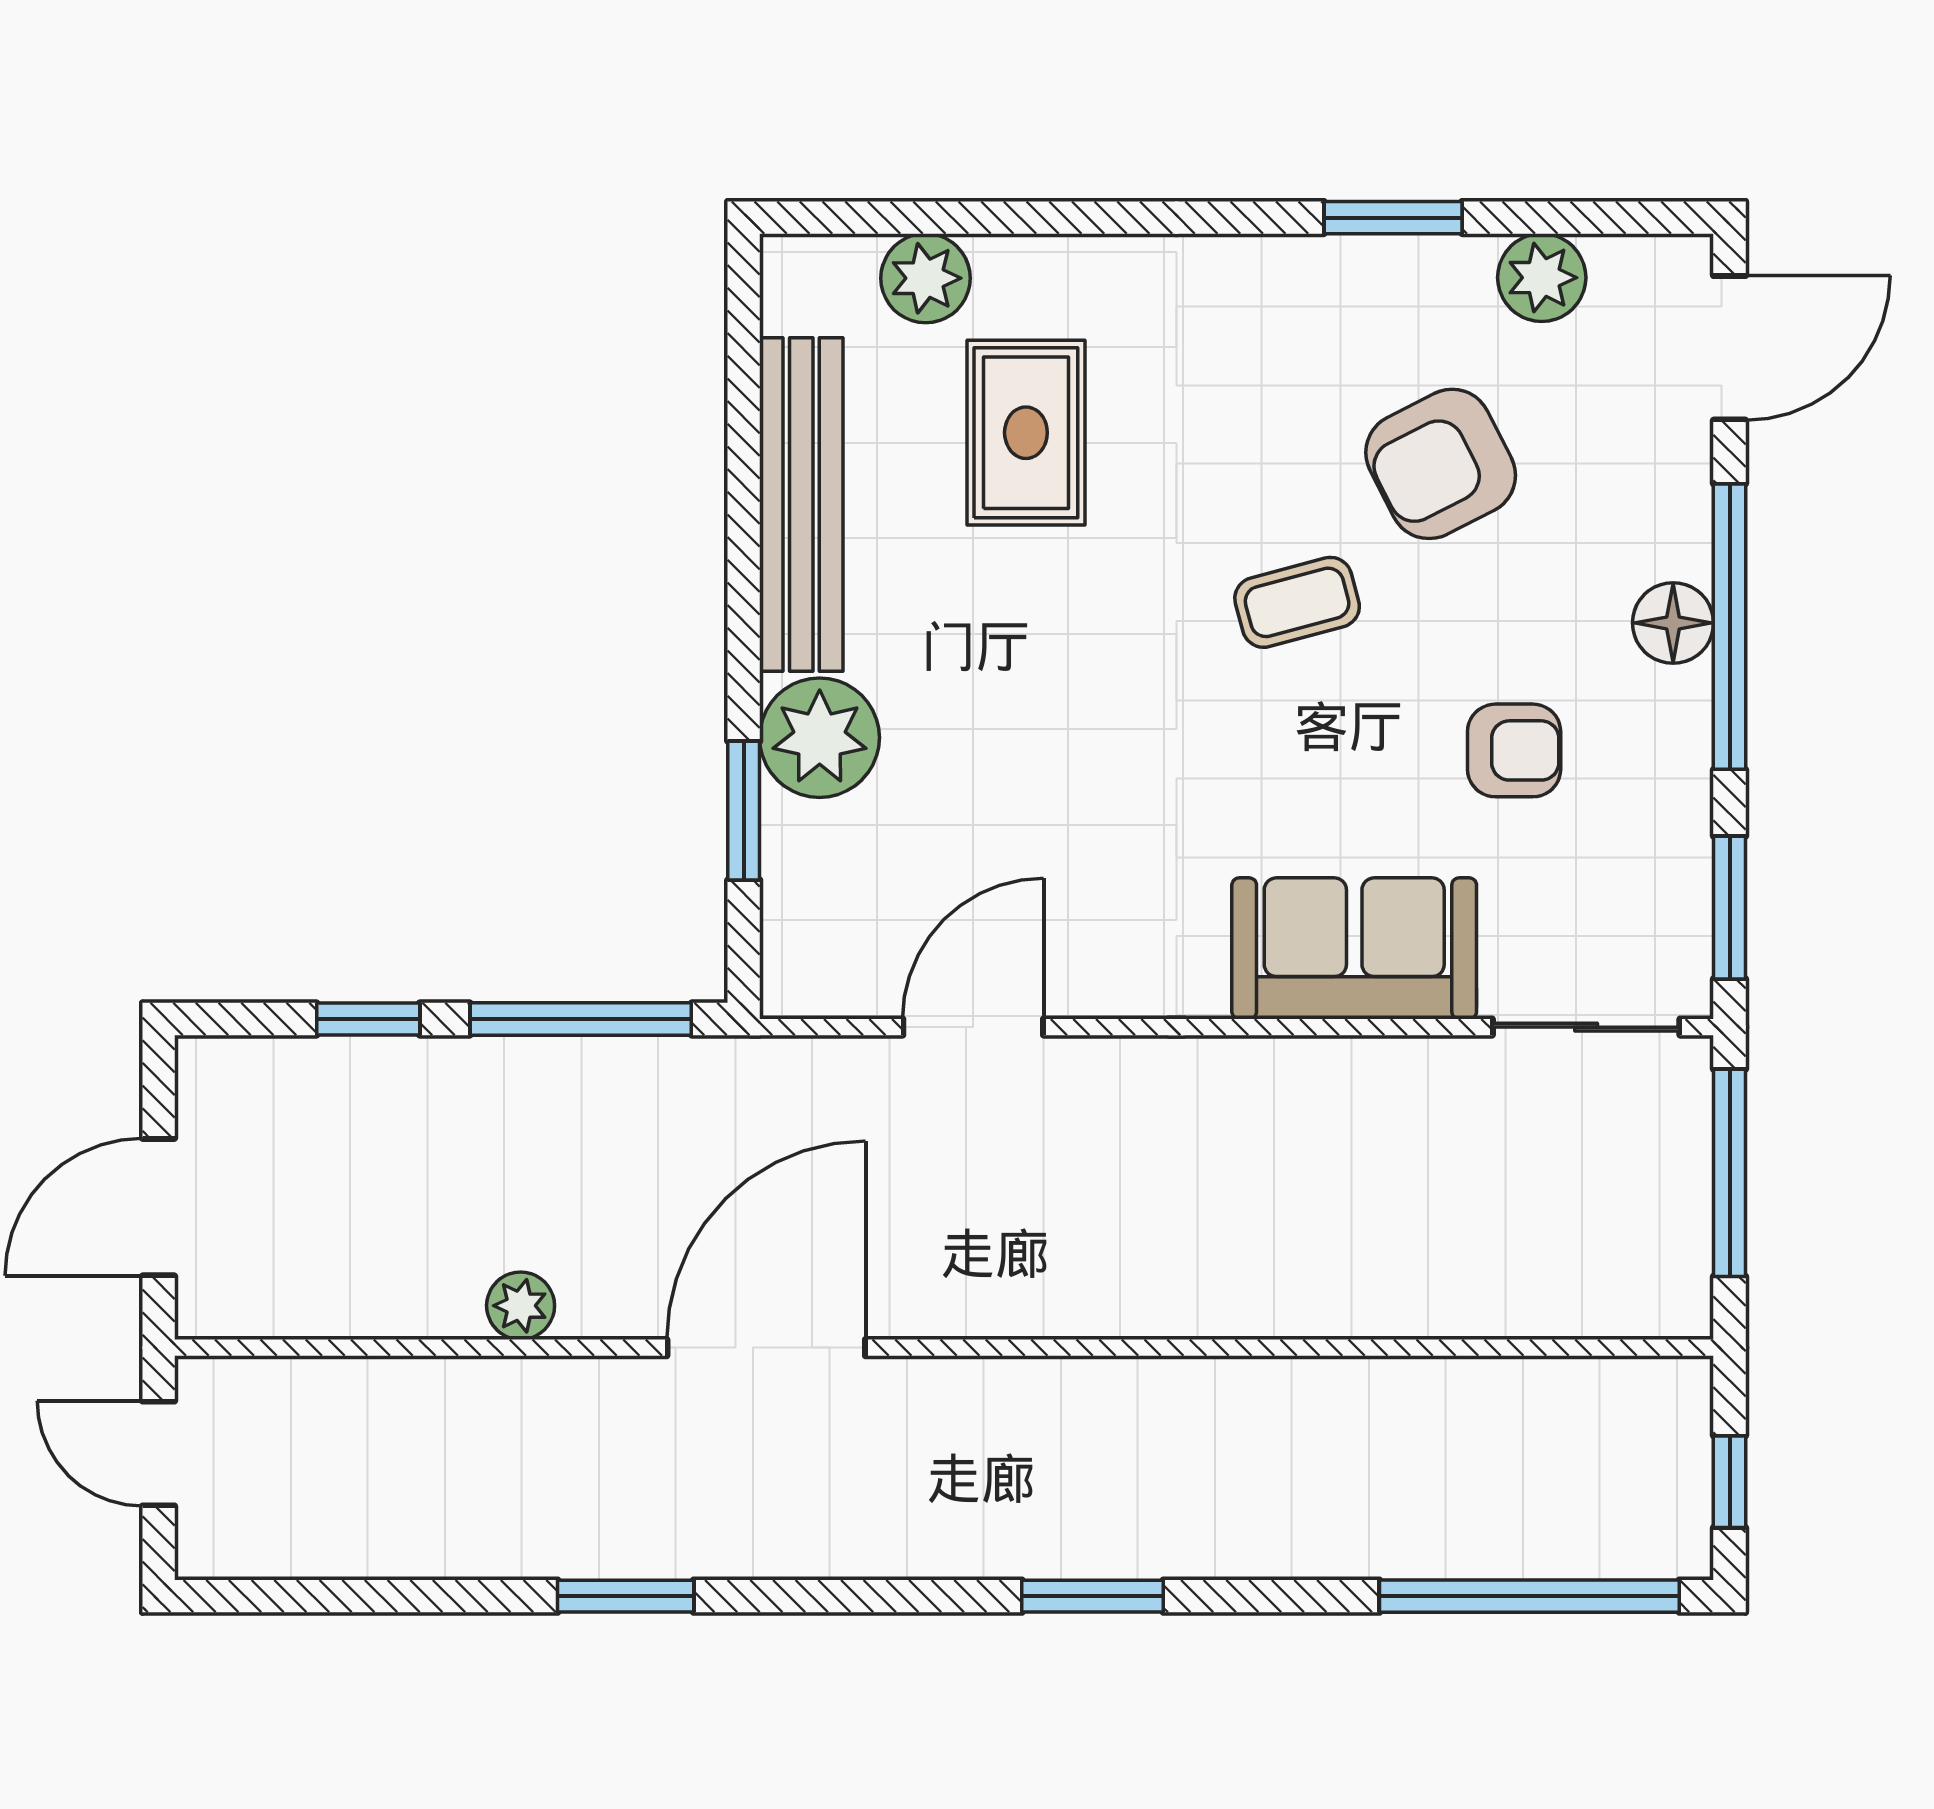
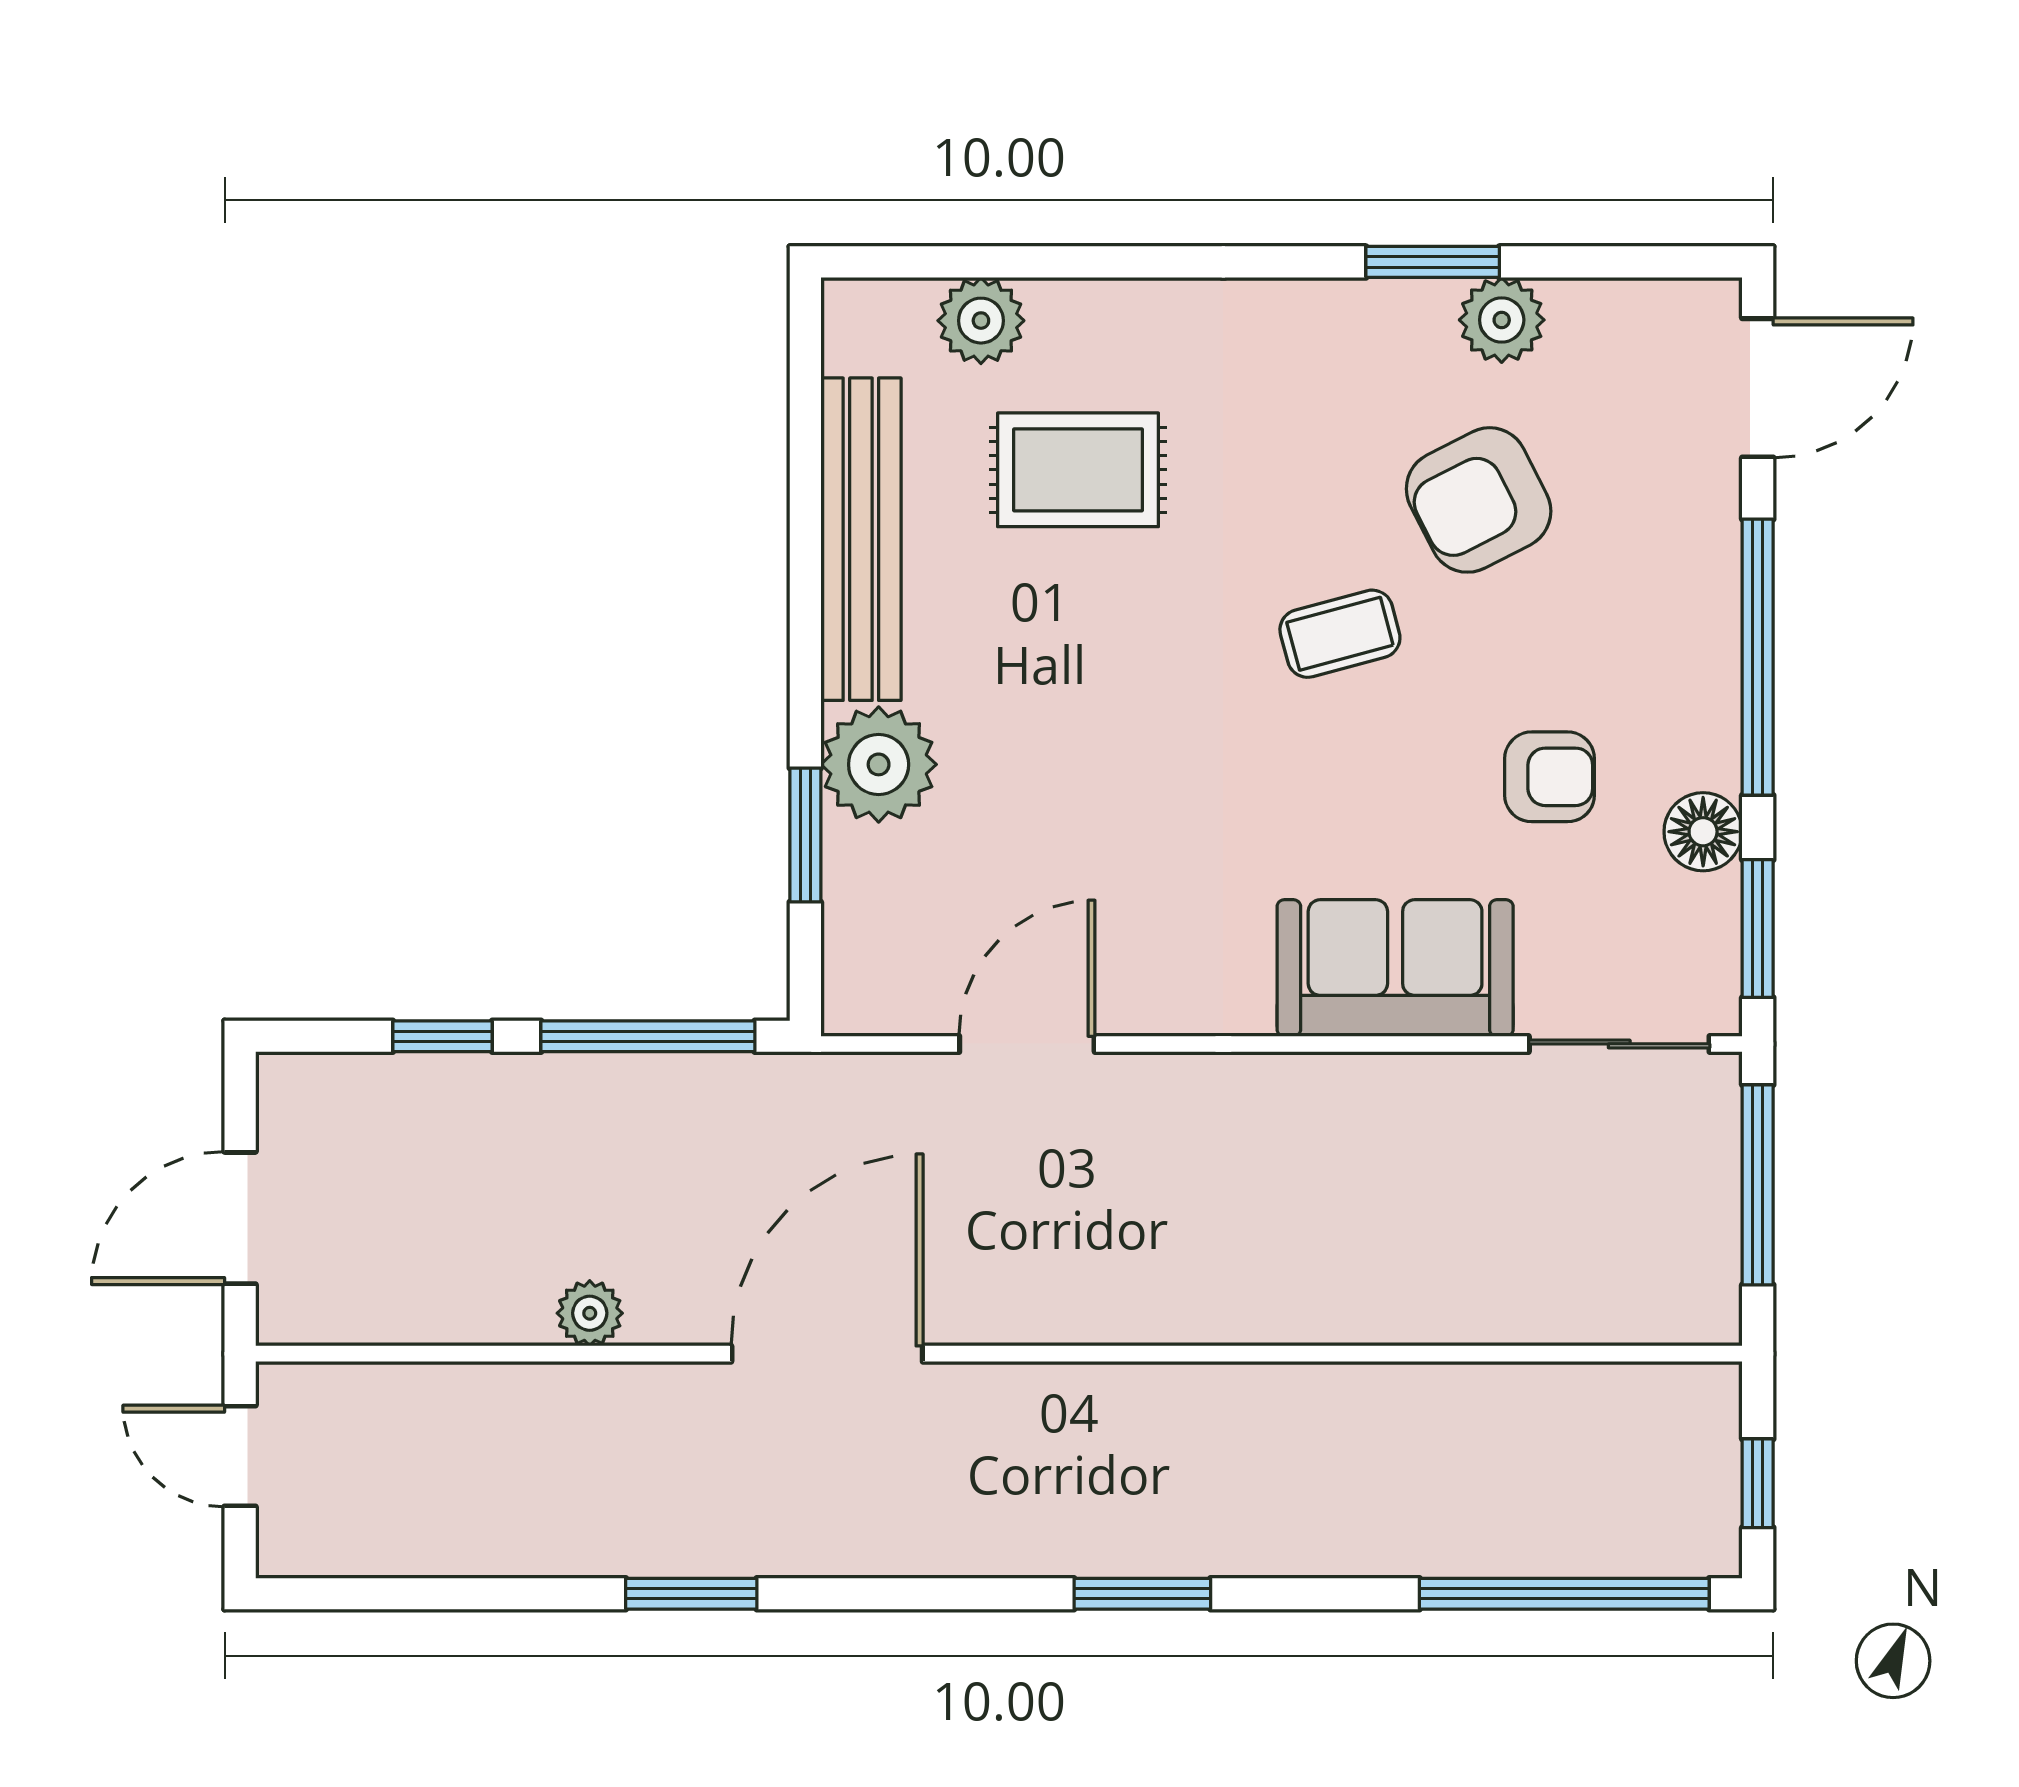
plant: (1542, 278) -> (1502, 320), moved
rug: (1026, 433) -> (1078, 470), turned 90
floor lamp: (1673, 623) -> (1703, 832), moved

